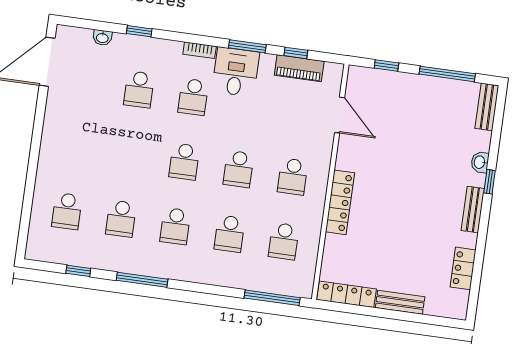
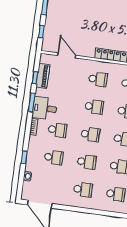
door: (340, 115) -> (67, 55), hinge flipped
school desk: (76, 146) -> (83, 190), added
school desk: (130, 154) -> (87, 162), added

